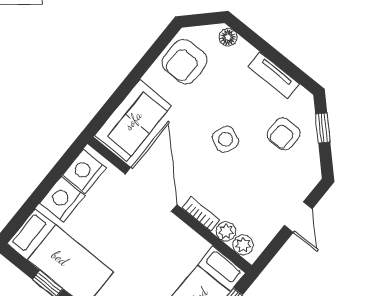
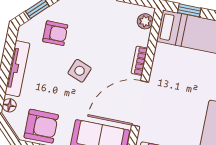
tv unit: (274, 75) -> (17, 69), width x1.41
plant: (226, 231) -> (142, 38), removed

